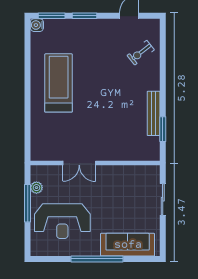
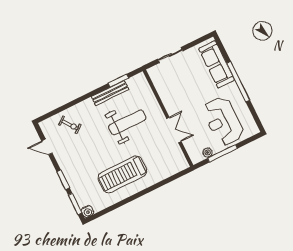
weight bench: (112, 116) -> (127, 122), added
reception desk: (62, 221) -> (223, 121), turned 180

